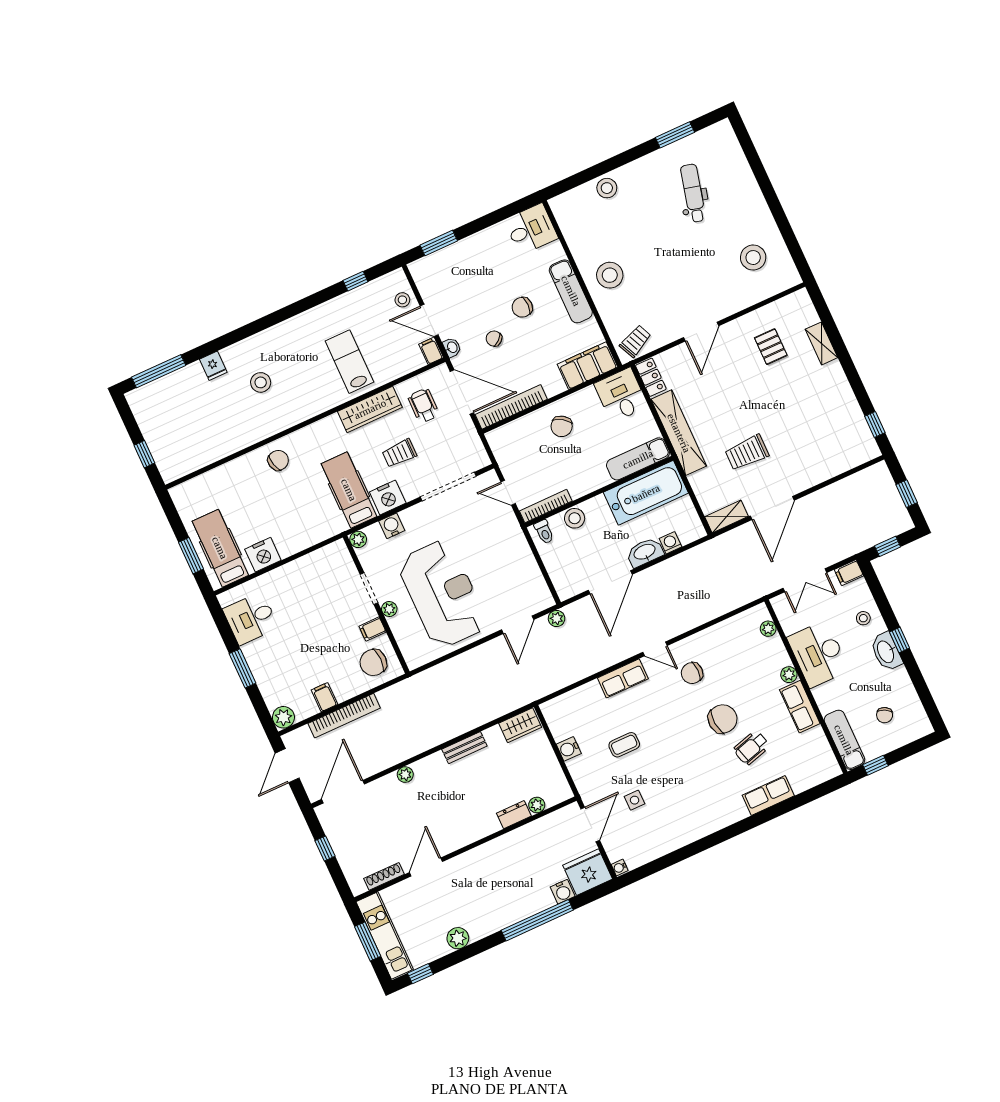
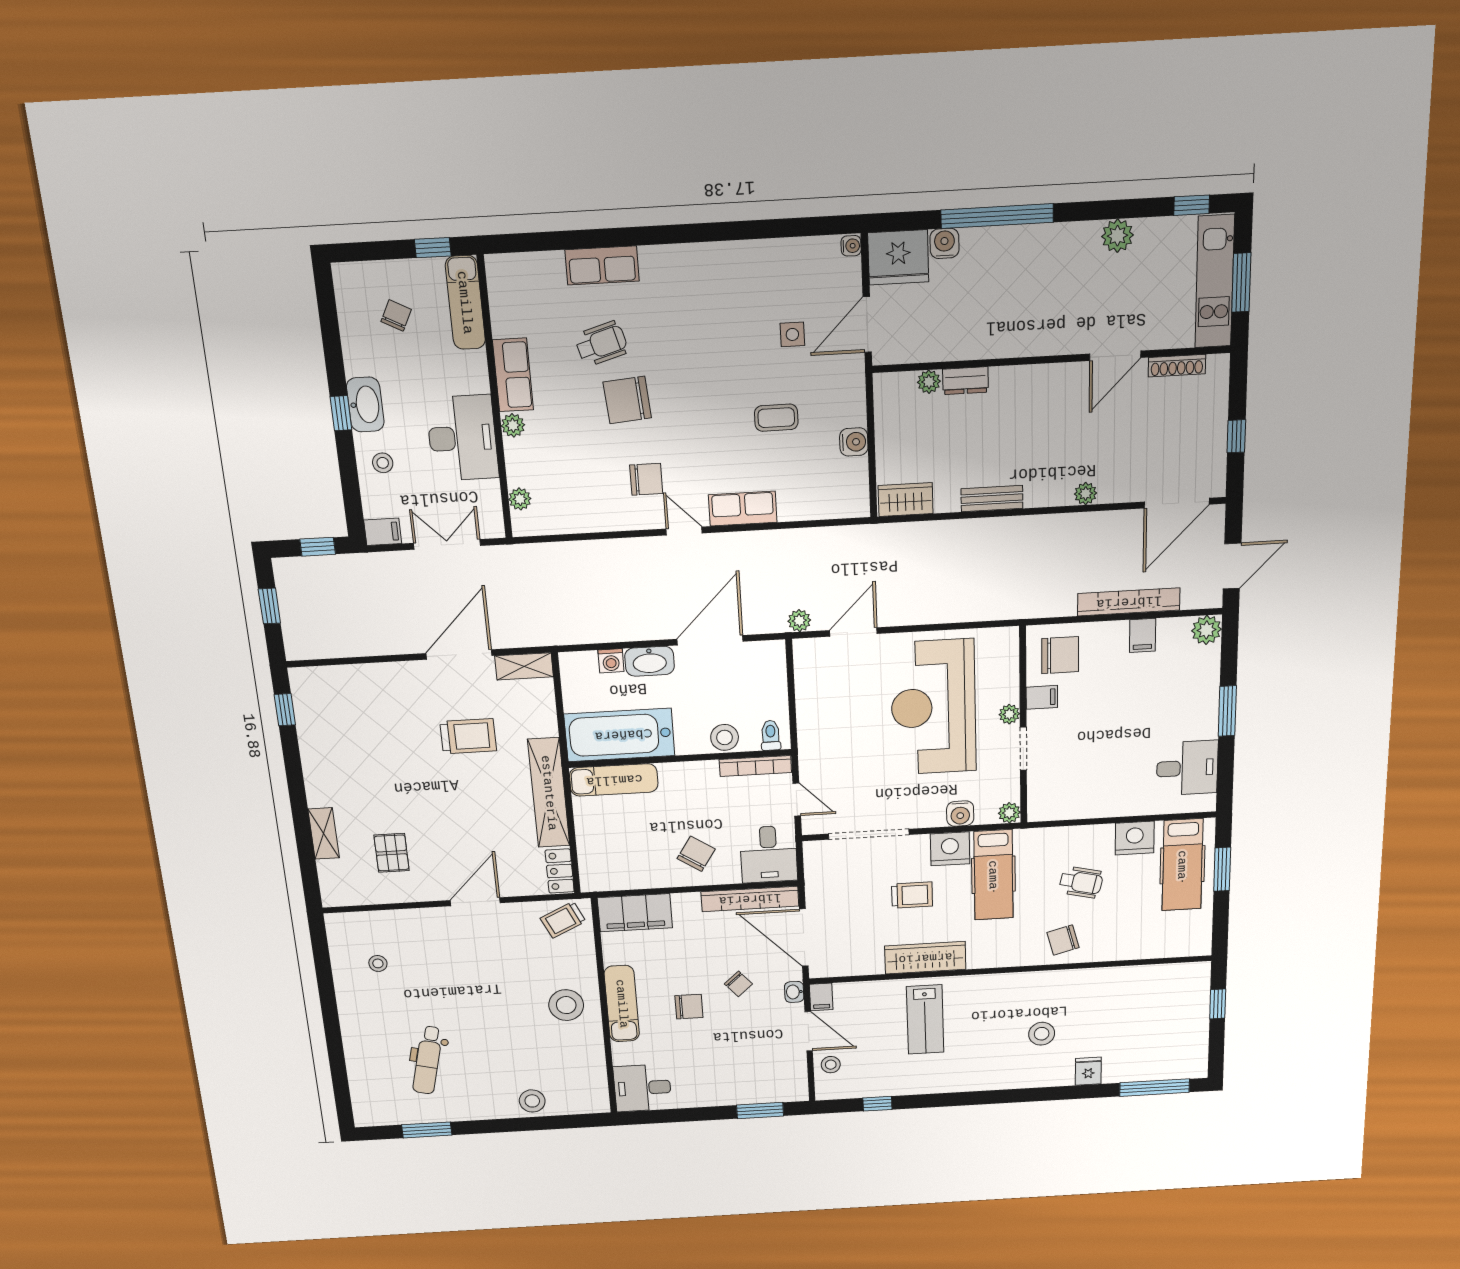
stool: (753, 258) -> (378, 963), width x0.53, depth x0.53
desk: (621, 395) -> (769, 854), moved
wheelchair: (424, 406) -> (1081, 882), moved, turned -77

